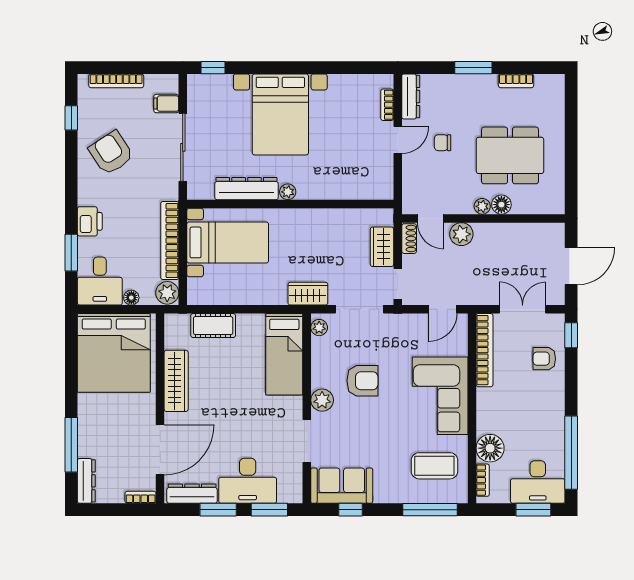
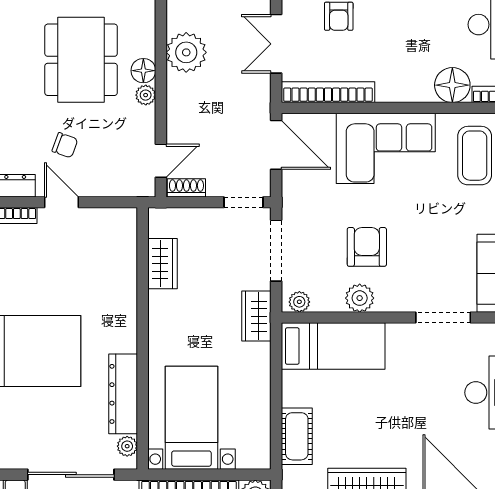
chair: (443, 143) -> (65, 145), turned -70
plant: (288, 192) -> (127, 446), moved
plant: (461, 234) -> (186, 52), moved, width x1.36, depth x1.36
wardrobe: (382, 247) -> (162, 264), moved, turned -90
door: (443, 309) -> (276, 145), width x1.38
plant: (322, 400) -> (360, 298), moved

